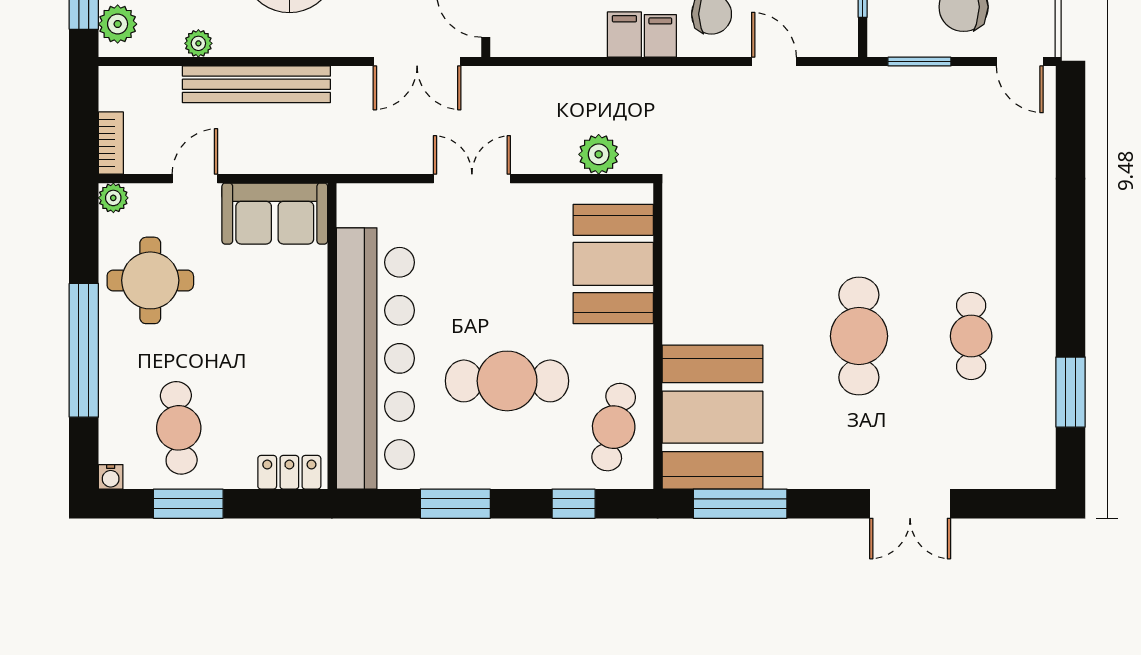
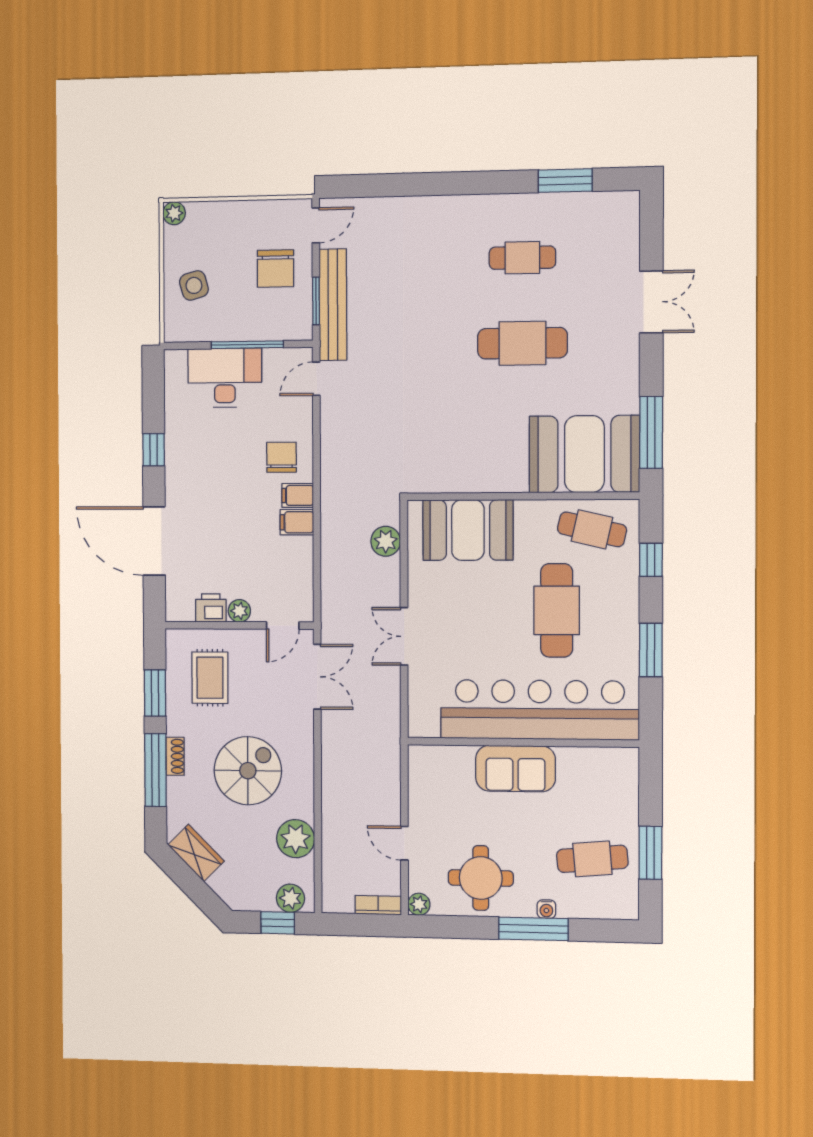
plant: (198, 43) -> (296, 839), width x1.87, depth x1.87
door: (774, 62) -> (316, 379), moved
bench: (256, 84) -> (333, 305), moved
sofa: (275, 214) -> (515, 769), moved, turned 90
window: (84, 350) -> (533, 929), width x0.68
locker: (289, 472) -> (626, 776), removed
water cooler: (111, 477) -> (546, 909), moved, turned 90

